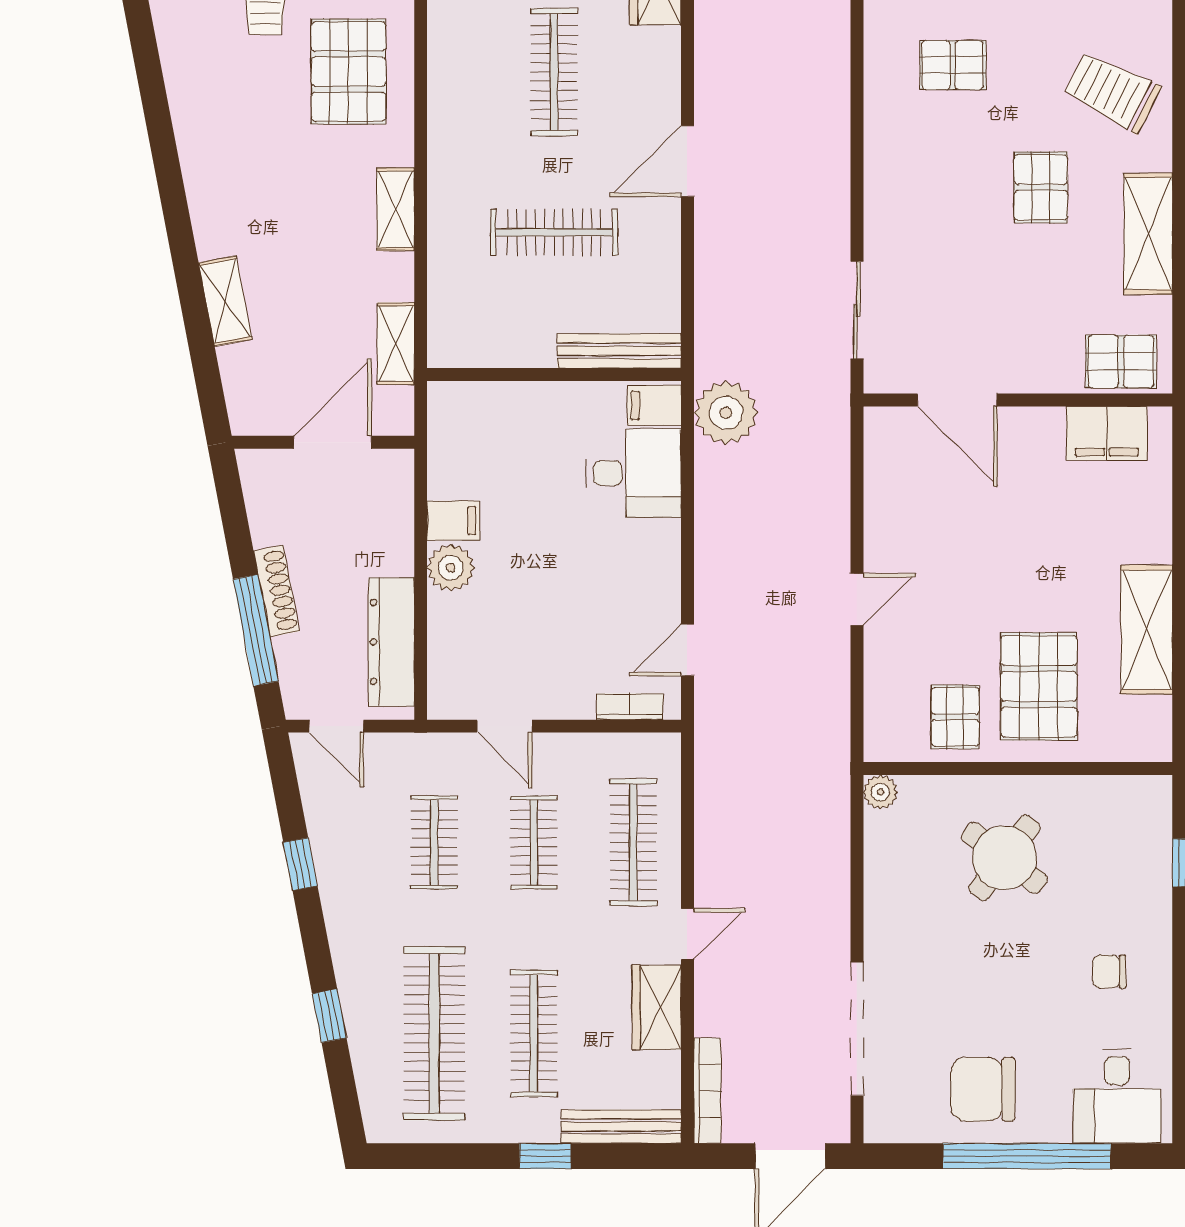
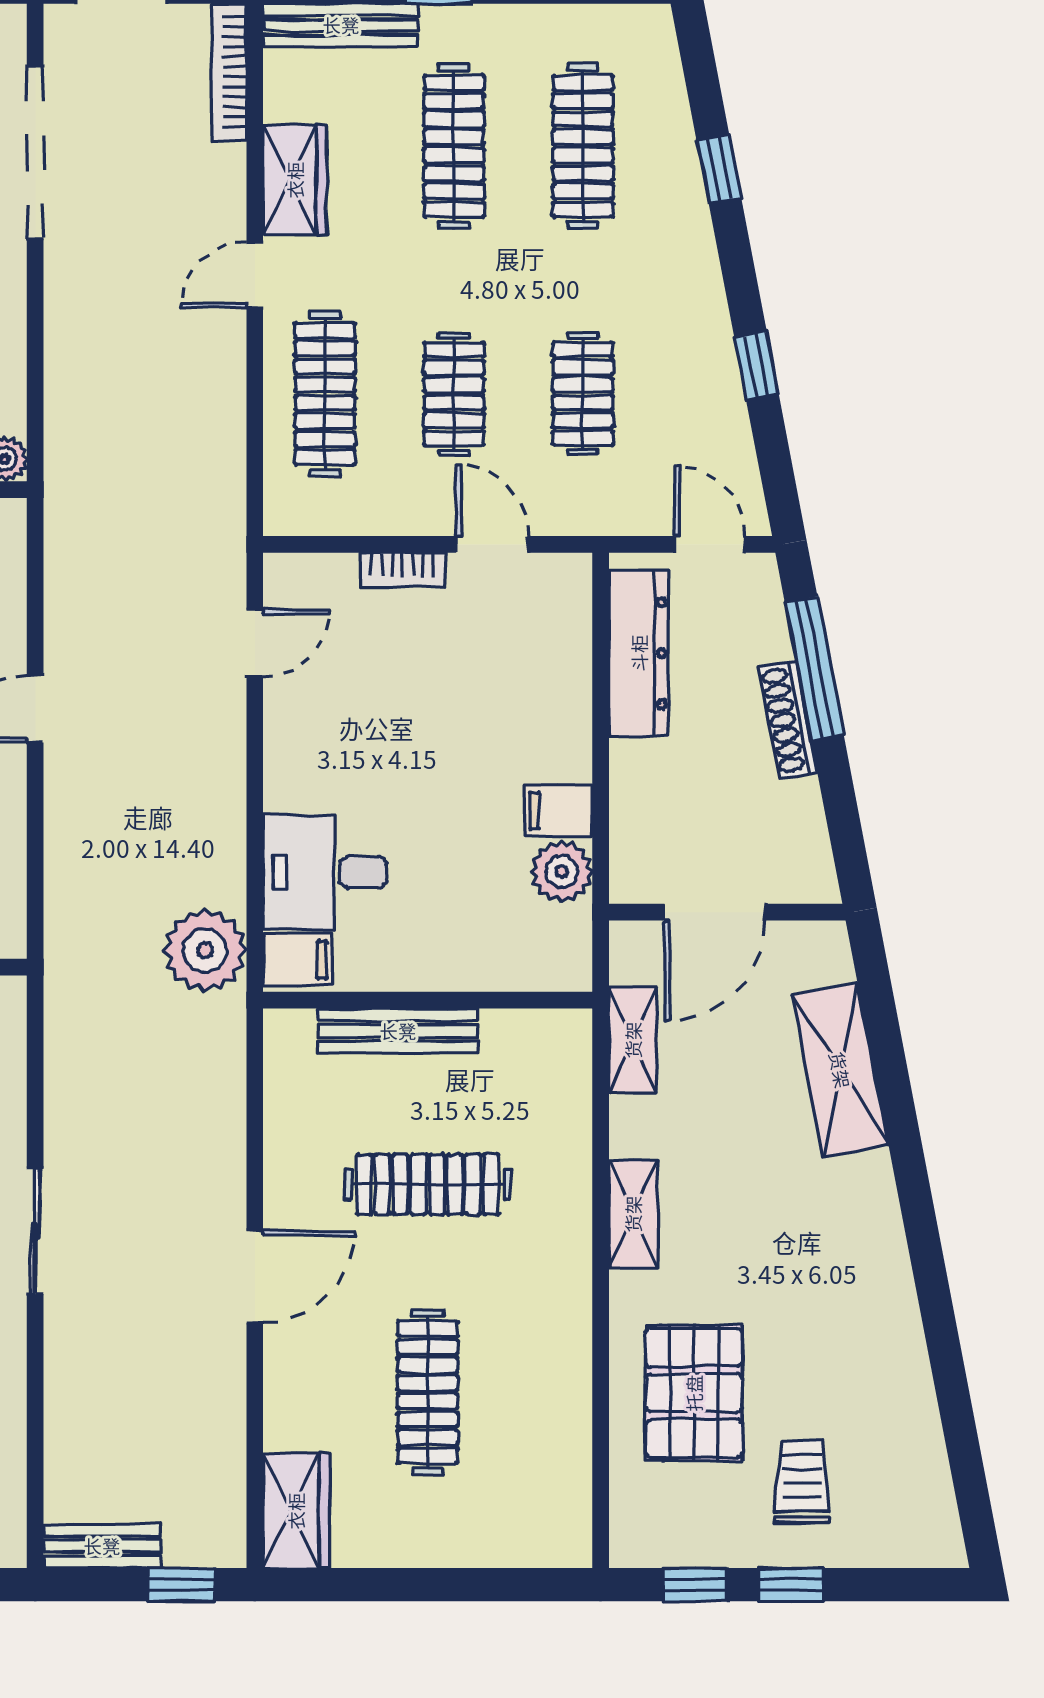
shelving: (225, 301) -> (840, 1070), width x1.50, depth x1.33
sliding door: (857, 310) -> (35, 1231), moved
bench: (619, 351) -> (398, 1031), moved
plant: (451, 568) -> (562, 871), moved
bookcase: (630, 707) -> (403, 570), moved
clothes rail: (434, 1033) -> (583, 146), width x0.73, depth x0.76

